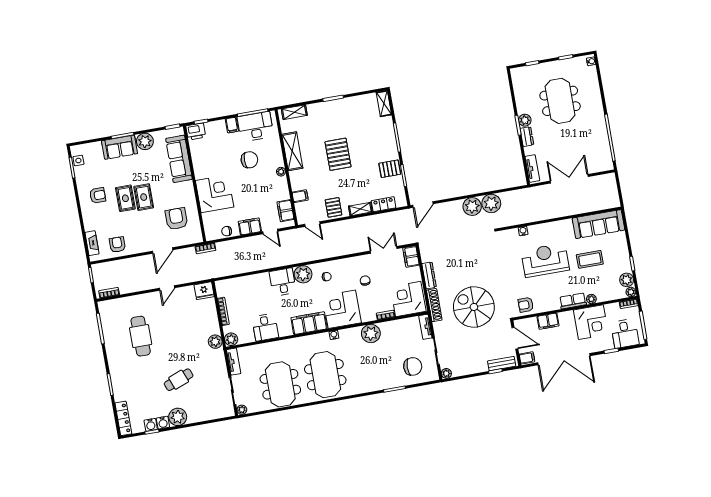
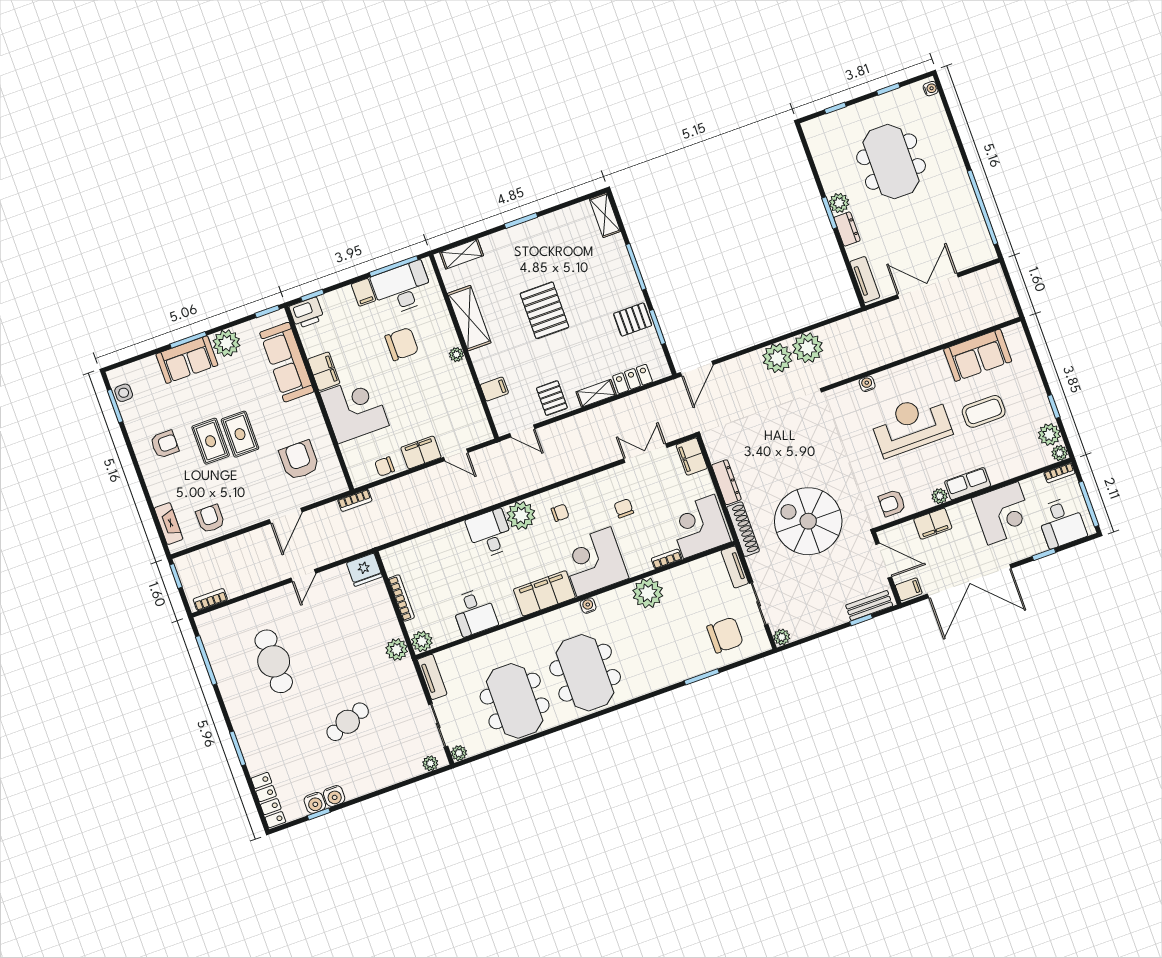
filing cabinet: (285, 211) -> (324, 371), moved, turned 180
sofa: (598, 224) -> (978, 355), width x0.73
plant: (591, 299) -> (940, 496), moved
plant: (178, 417) -> (430, 763), moved, width x0.53, depth x0.53

